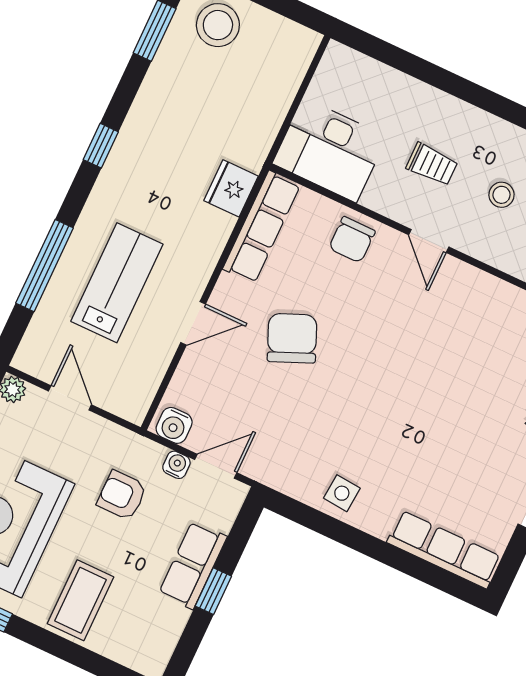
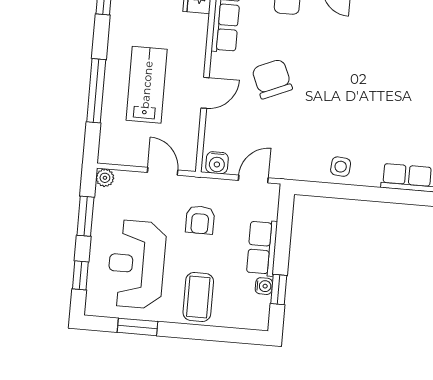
door: (70, 398) -> (163, 171), moved
water cooler: (176, 465) -> (264, 286), moved, turned 90
armchair: (122, 495) -> (200, 220), turned -90
window: (213, 591) -> (279, 290), moved

